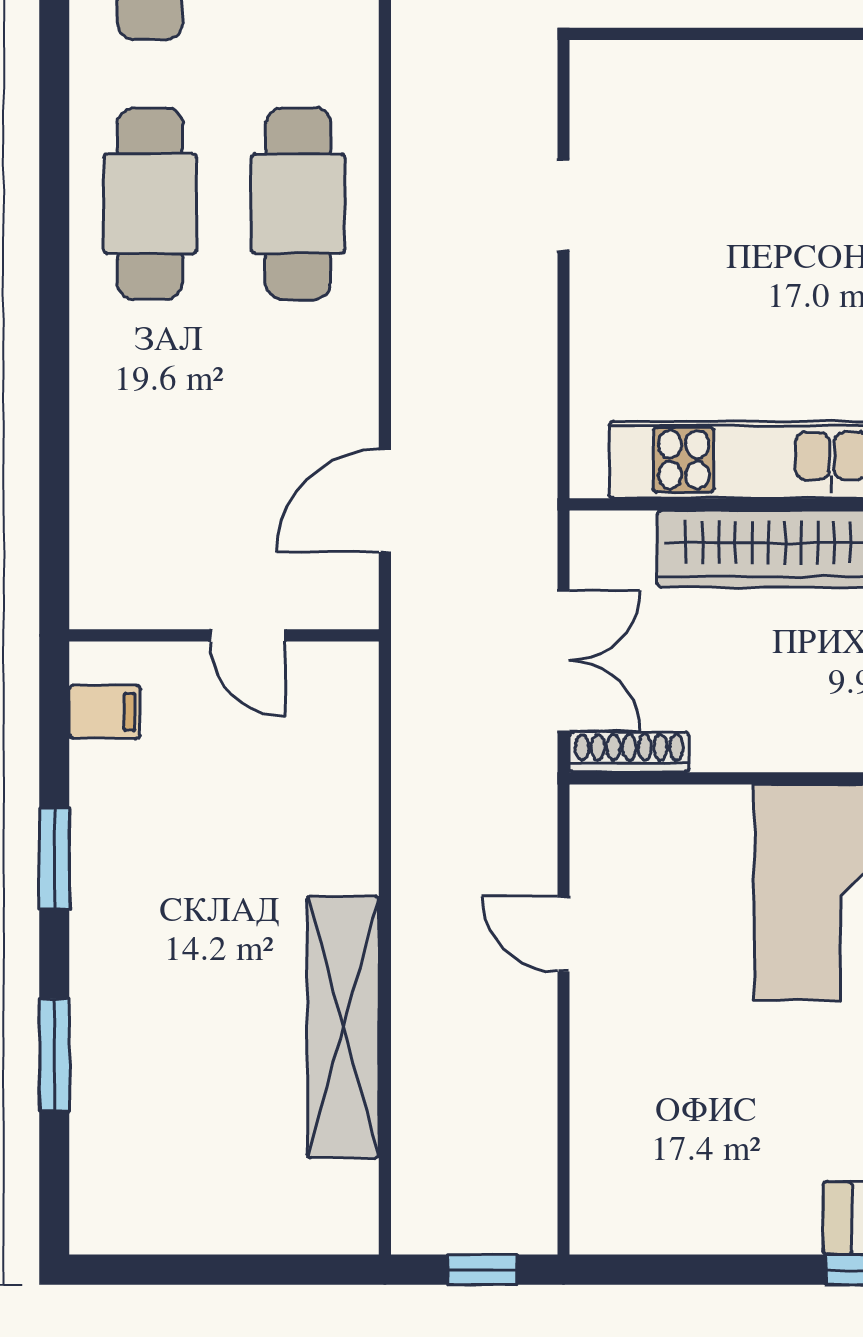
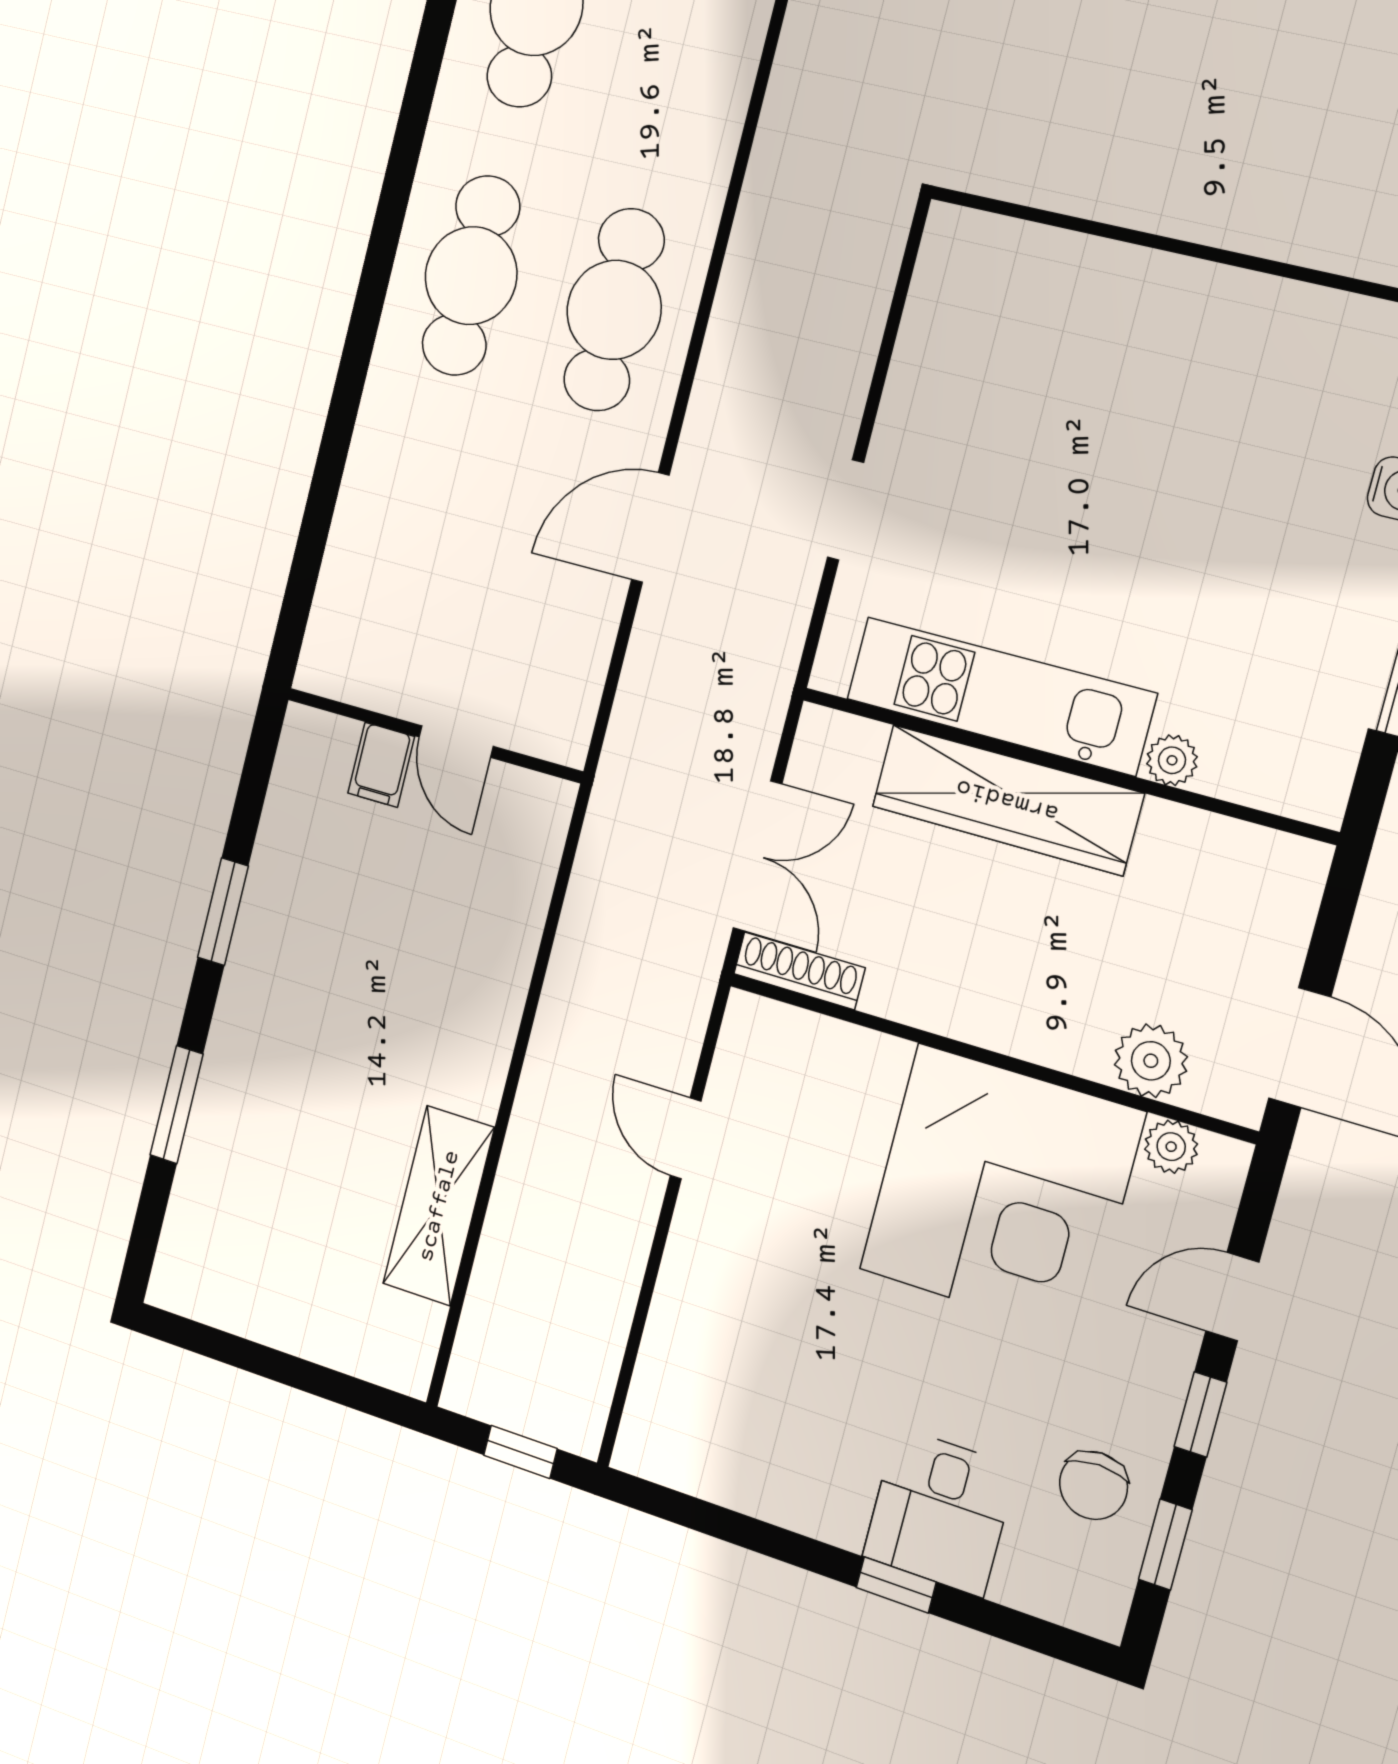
doorway: (564, 206) -> (846, 510), moved
door: (385, 501) -> (650, 527), moved
filing cabinet: (105, 712) -> (381, 765), moved, turned 90
shelving: (343, 1027) -> (439, 1206), width x0.68

